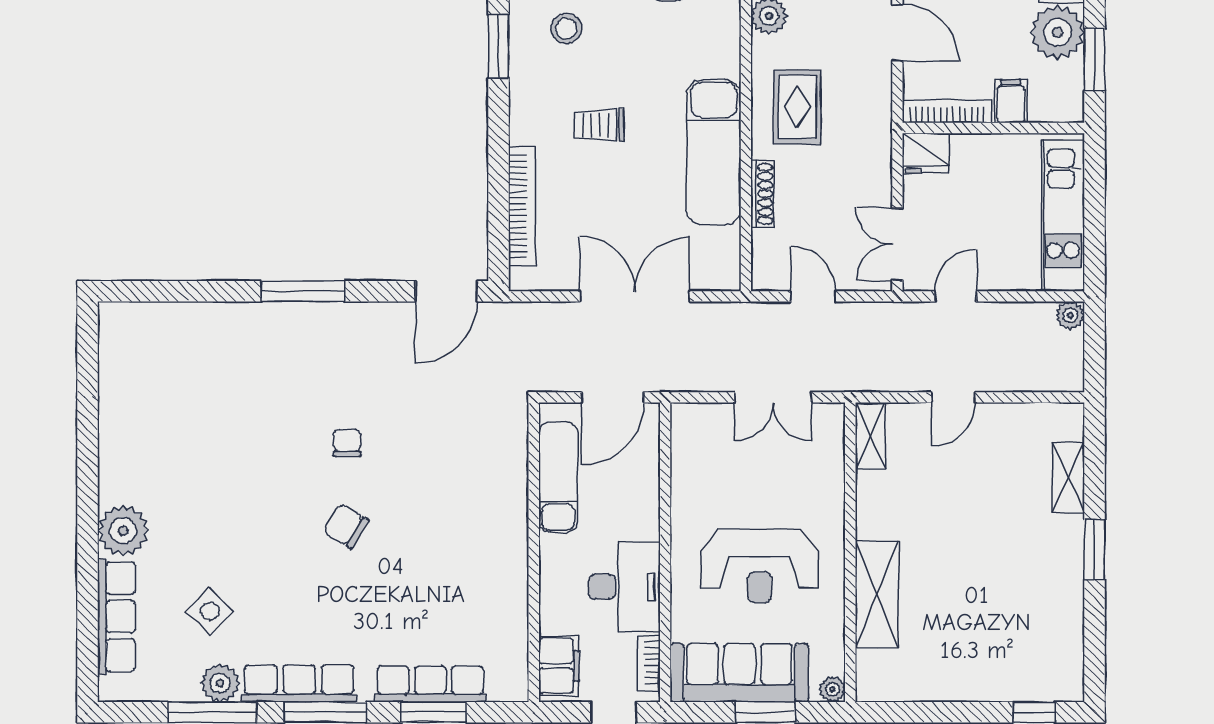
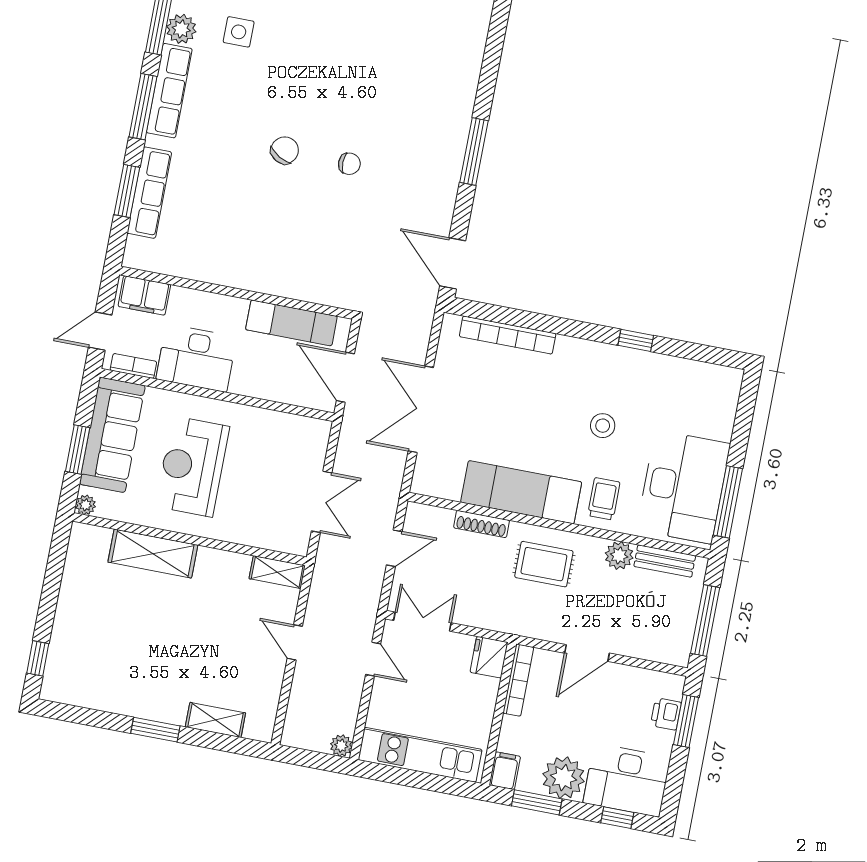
stool: (566, 28) -> (603, 426), moved
window: (498, 46) -> (636, 340), width x0.67
filing cabinet: (1011, 101) -> (505, 771), moved, turned -90
trolley: (599, 125) -> (604, 499), moved
double door: (635, 296) -> (421, 409), swing flipped
double door: (773, 397) -> (322, 502), swing flipped
side table: (210, 611) -> (239, 32), turned 45

